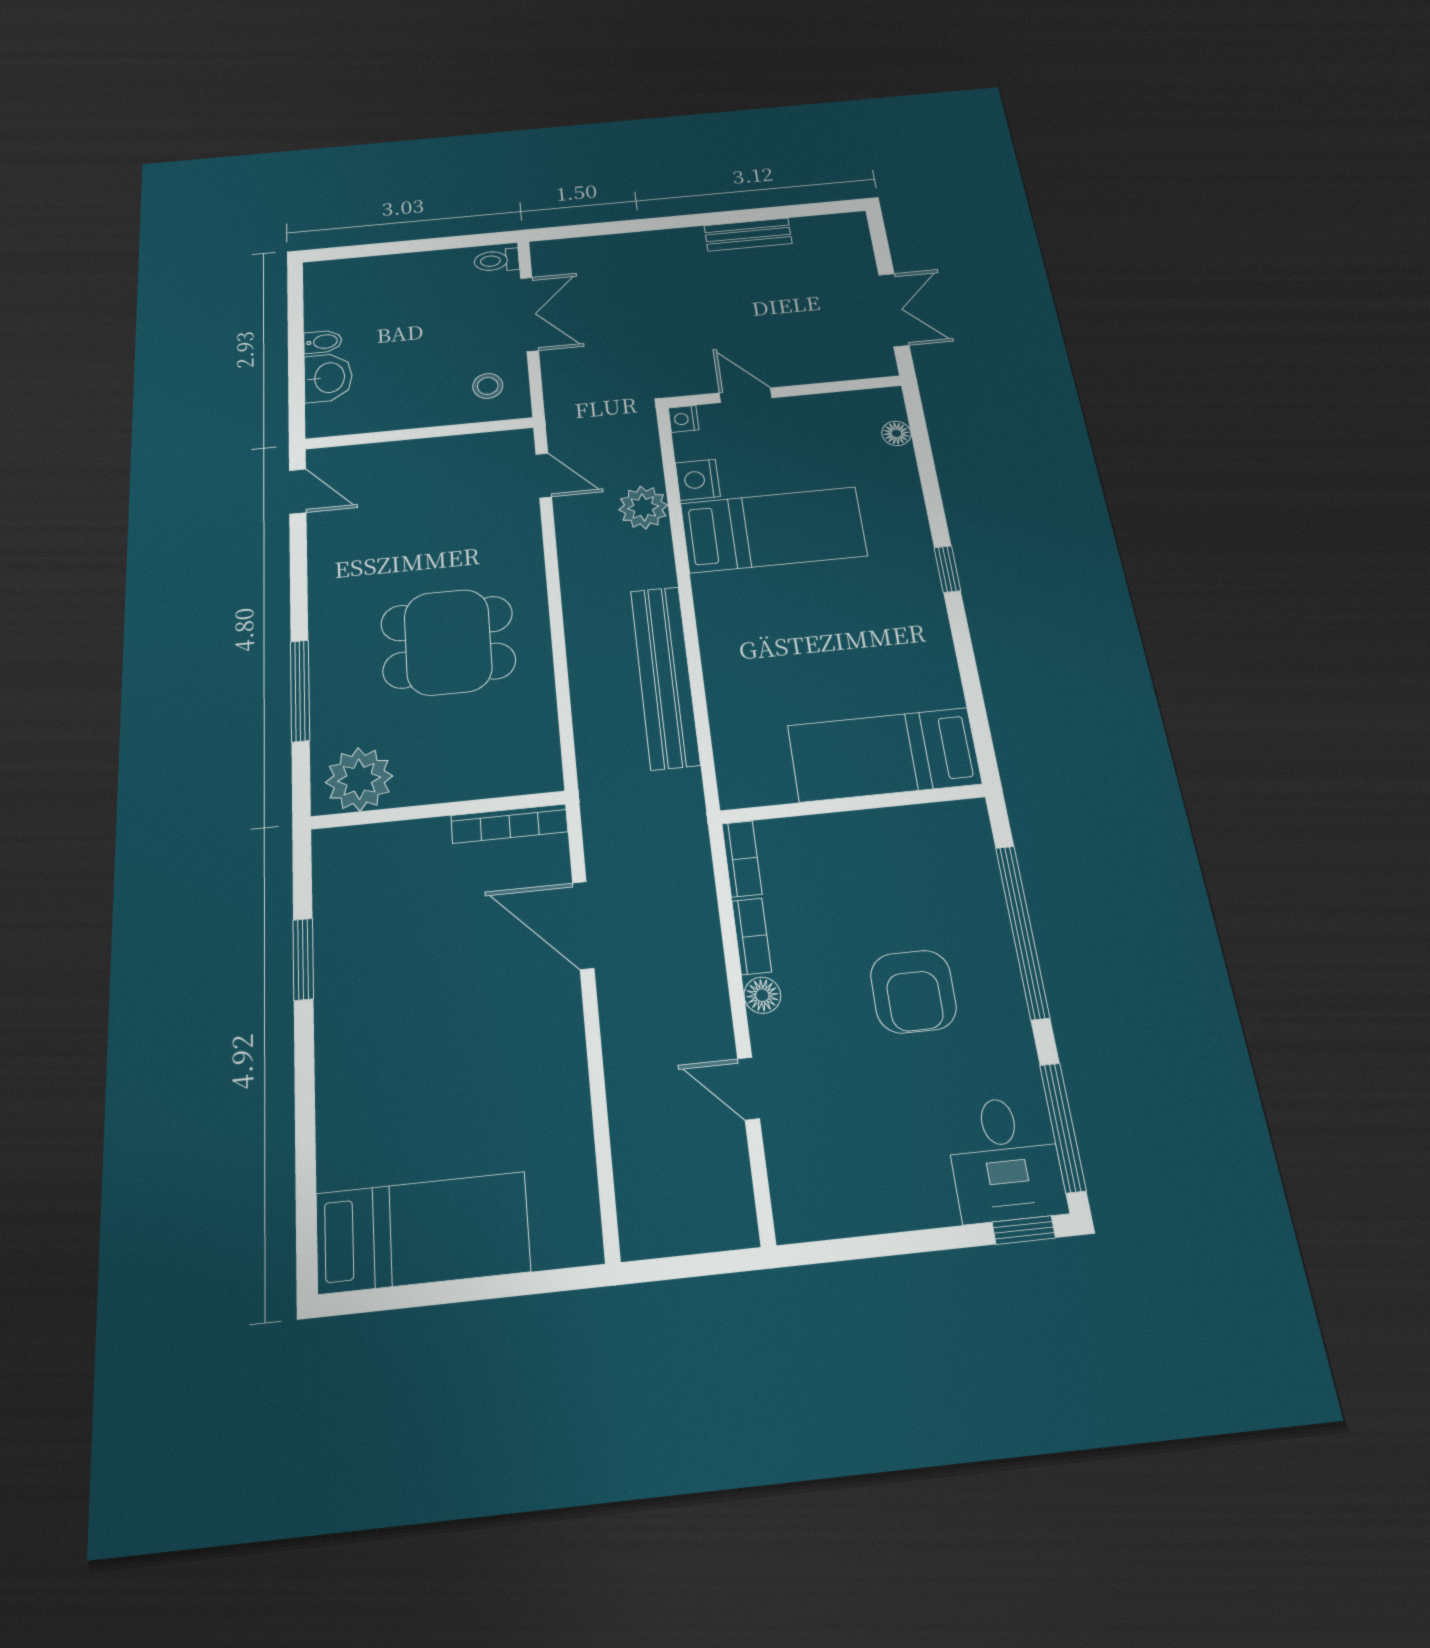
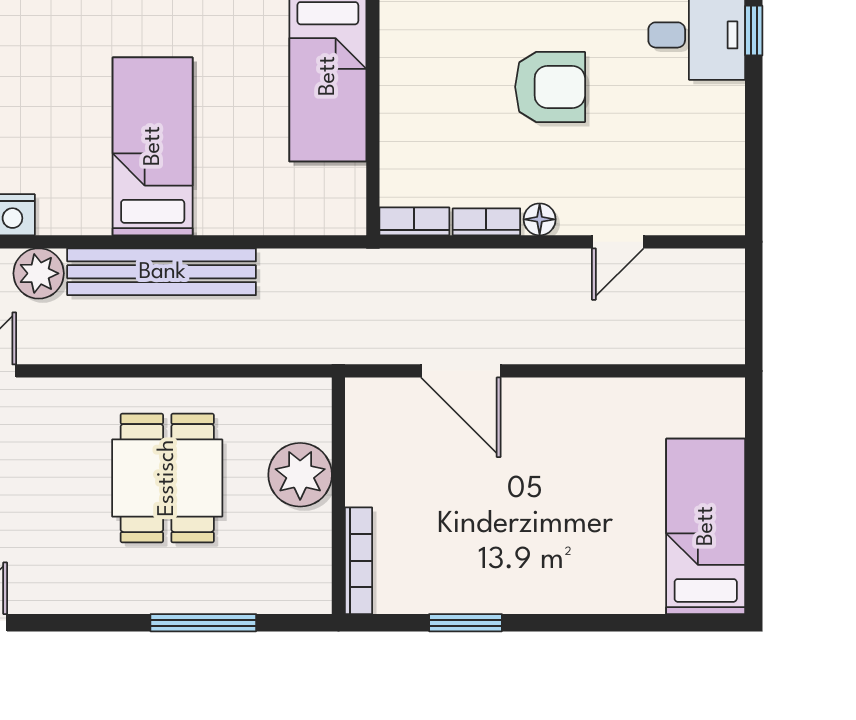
bed: (773, 530) -> (153, 146), moved
bench: (665, 676) -> (162, 272), moved
plant: (359, 779) -> (300, 475), moved
bookcase: (509, 824) -> (359, 561), moved
door: (583, 925) -> (461, 371), hinge flipped

